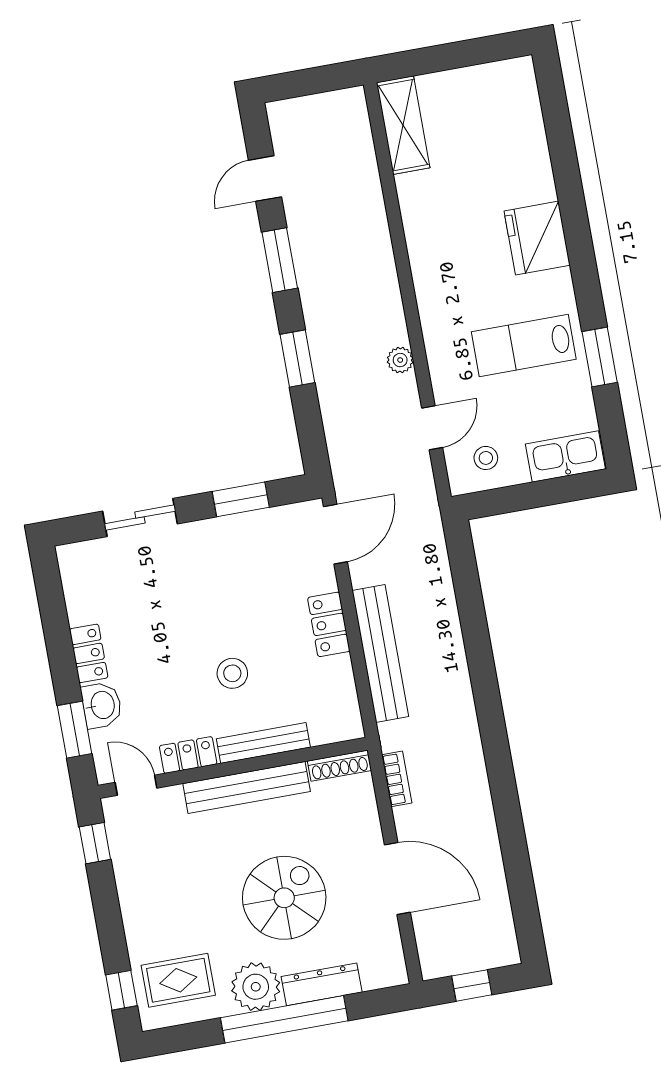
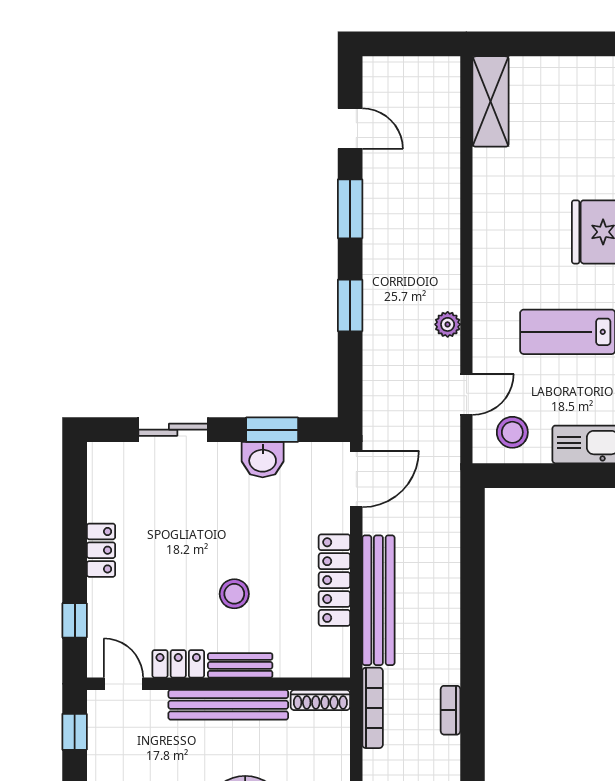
door: (265, 179) -> (350, 129), swing flipped
stool: (486, 458) -> (512, 432), width x1.37, depth x1.37
locker: (329, 624) -> (334, 580), width x1.53
washbasin: (102, 705) -> (263, 460), moved, turned 90
window: (75, 730) -> (75, 620), width x0.67
bench: (263, 743) -> (240, 665), width x0.73
bookcase: (474, 752) -> (450, 710), added
bookcase: (397, 779) -> (373, 708), width x1.56

